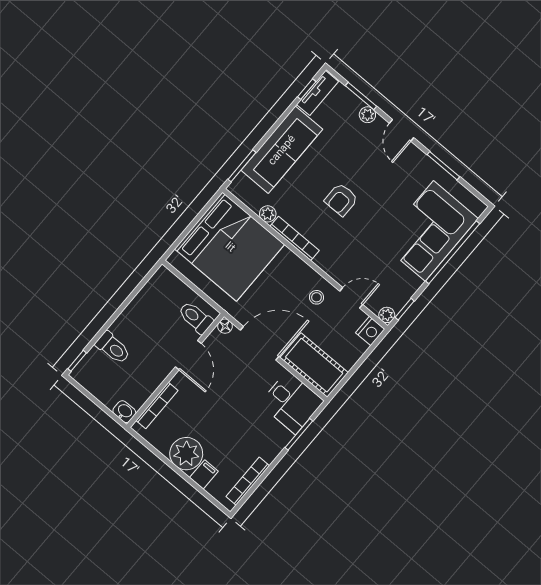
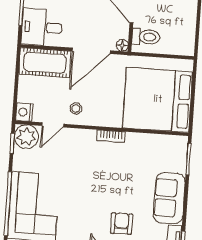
sofa: (282, 150) -> (169, 198), width x0.73
armchair: (341, 200) -> (122, 224), moved
plant: (268, 214) -> (148, 140), removed
bookcase: (295, 238) -> (111, 136), width x0.64
plant: (387, 315) -> (26, 137), width x1.88, depth x1.88

